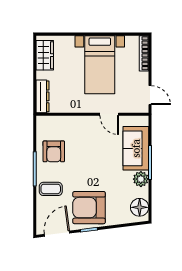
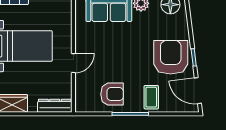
door: (109, 114) -> (73, 63), moved
armchair: (89, 208) -> (171, 57), turned 180

